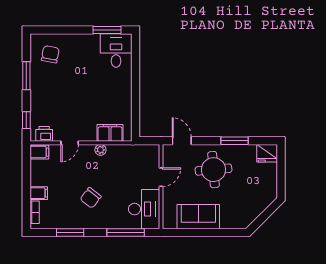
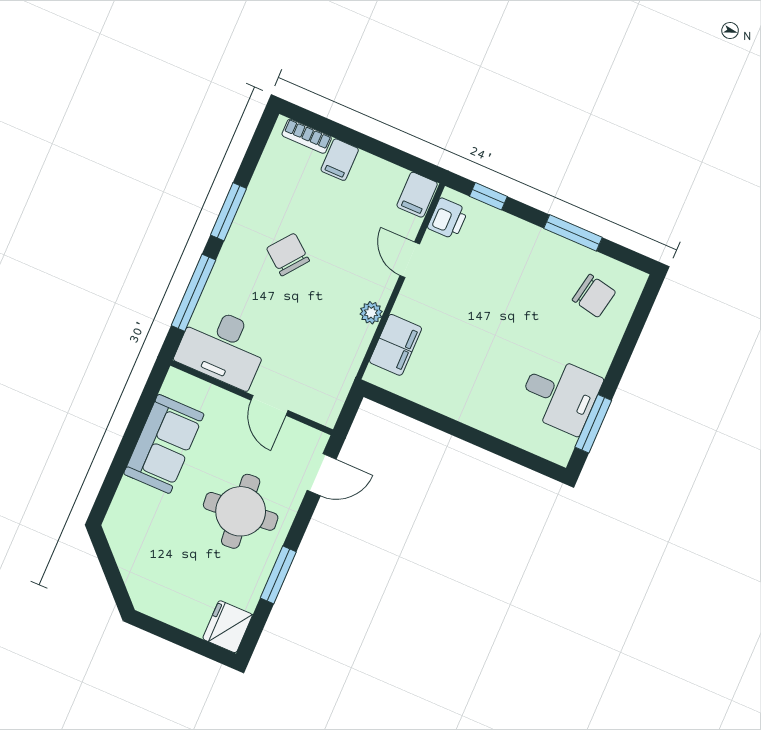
desk: (116, 51) -> (560, 395), moved
window: (70, 232) -> (229, 212), moved

